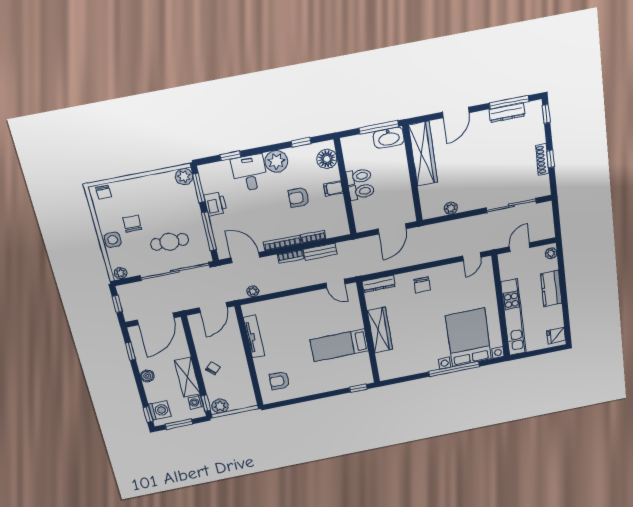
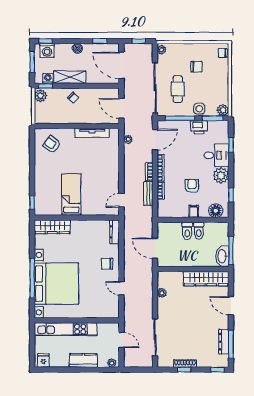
side table: (113, 240) -> (199, 109), moved
door: (472, 257) -> (121, 288), moved
wardrobe: (380, 330) -> (52, 227), moved
bed with nightstands: (468, 337) -> (56, 284), width x1.36
armchair: (279, 381) -> (52, 144), turned -53

